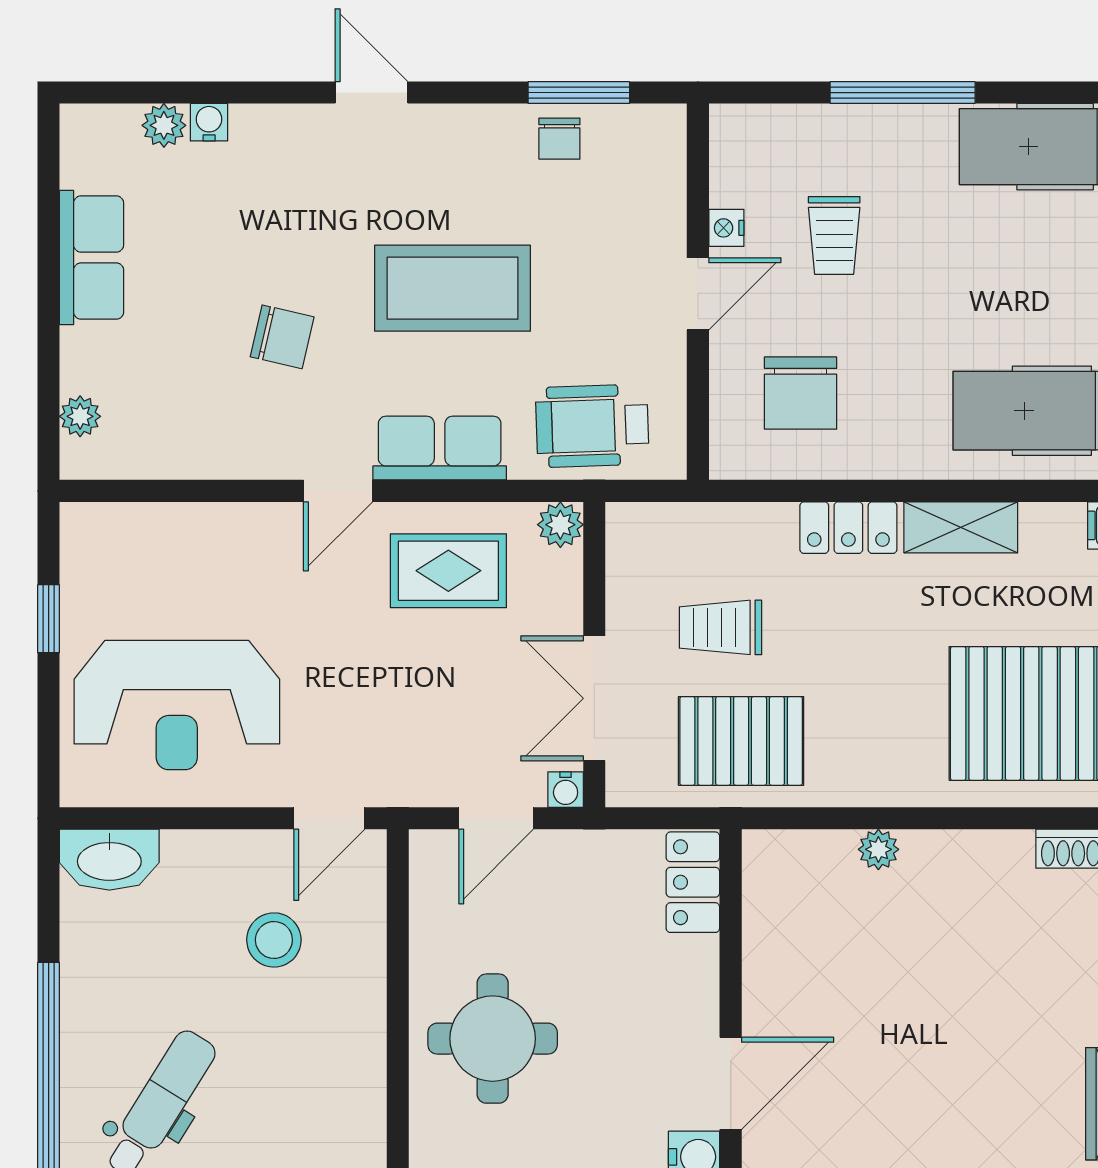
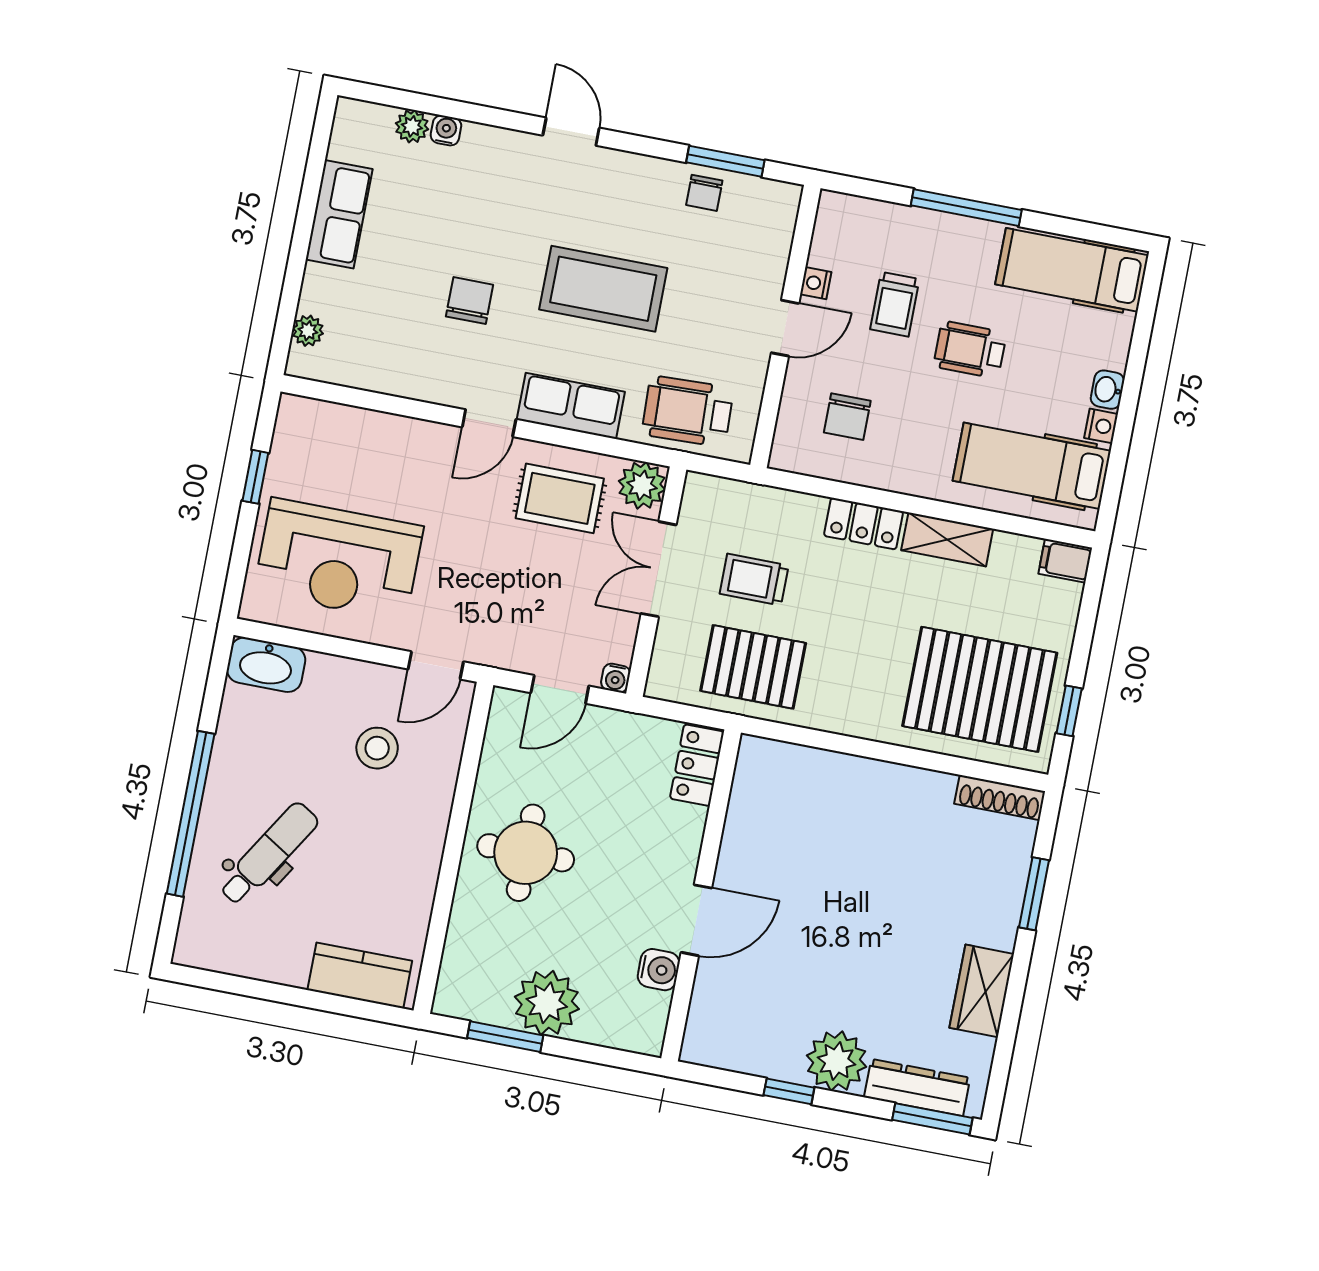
wheelchair: (943, 276) -> (970, 350), added
chair: (282, 337) -> (470, 301), turned -103
chair: (801, 393) -> (847, 417), width x0.73, depth x0.73
plant: (560, 525) -> (642, 485), width x1.38, depth x1.38
double door: (594, 698) -> (659, 569), moved
plant: (878, 849) -> (840, 767), removed

